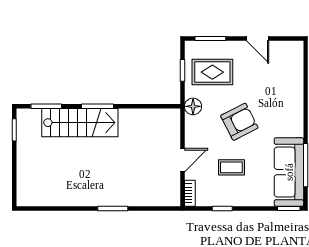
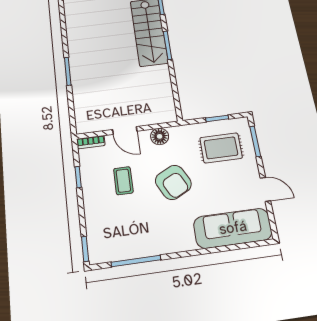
door: (258, 39) -> (265, 189), swing flipped
rug: (212, 72) -> (221, 148), turned 90
floor lamp: (193, 106) -> (160, 136), moved
sofa: (289, 172) -> (233, 228), moved

